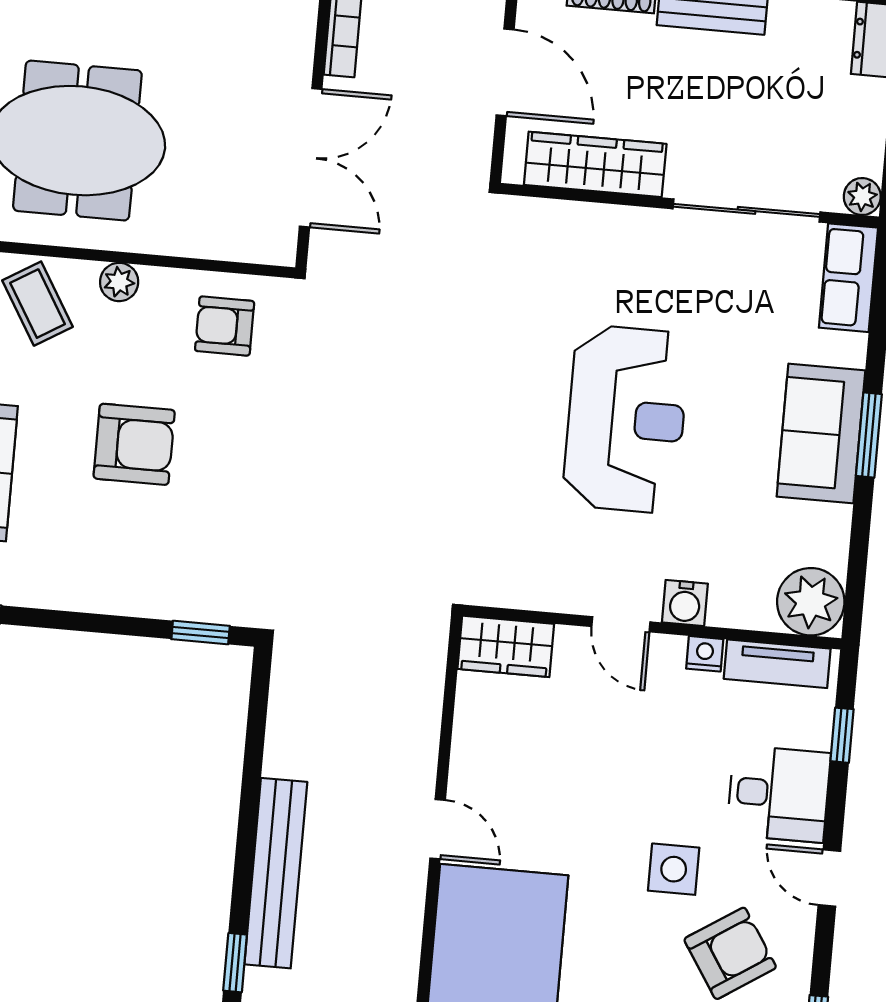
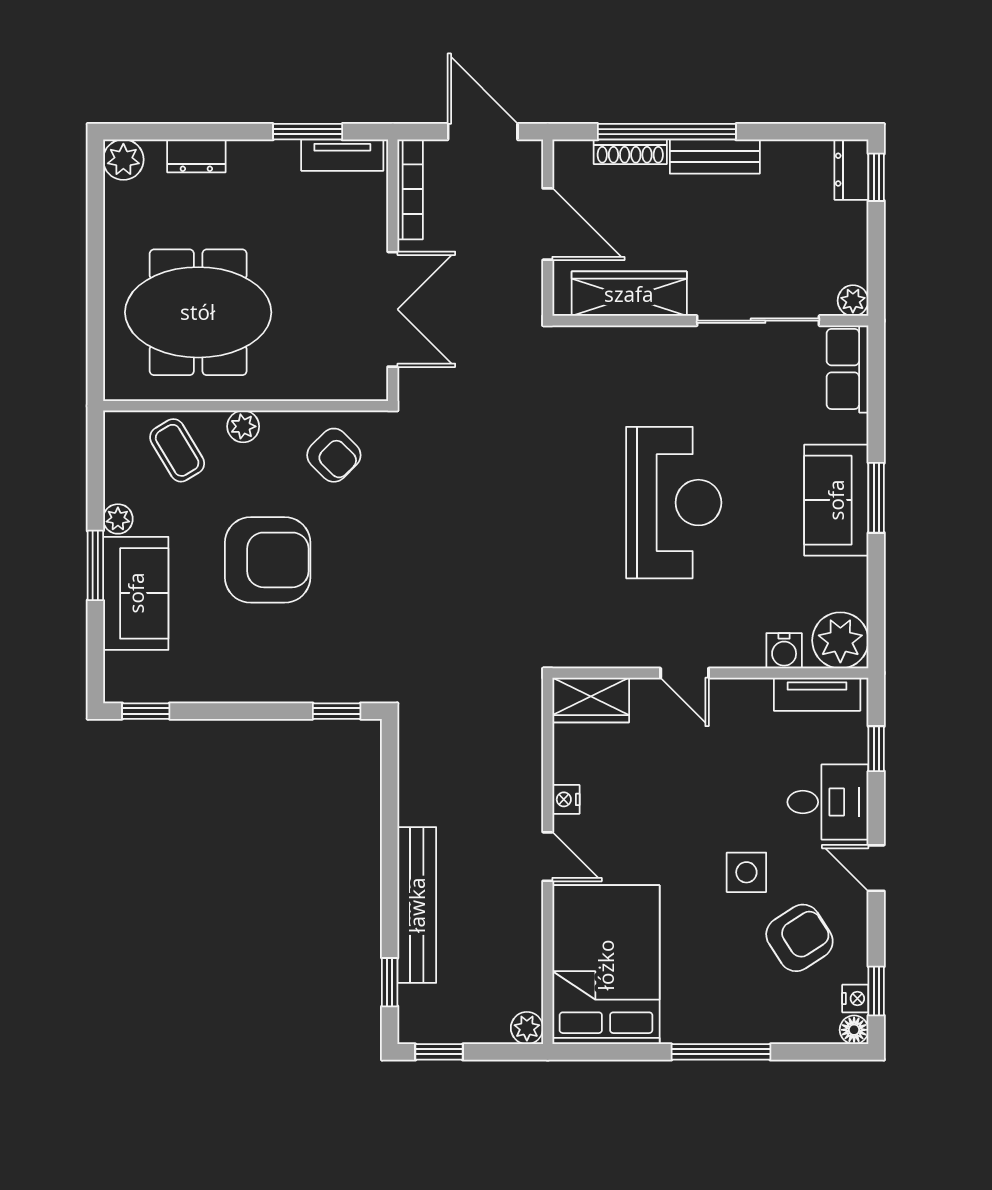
armchair: (225, 326) -> (334, 455), turned -135
armchair: (134, 444) -> (268, 560), width x1.36, depth x1.36
water cooler: (685, 603) -> (784, 651), moved
nightstand: (705, 654) -> (566, 799), moved, turned -90

